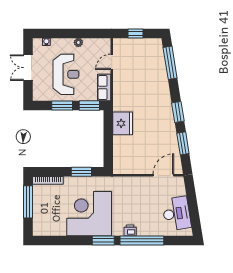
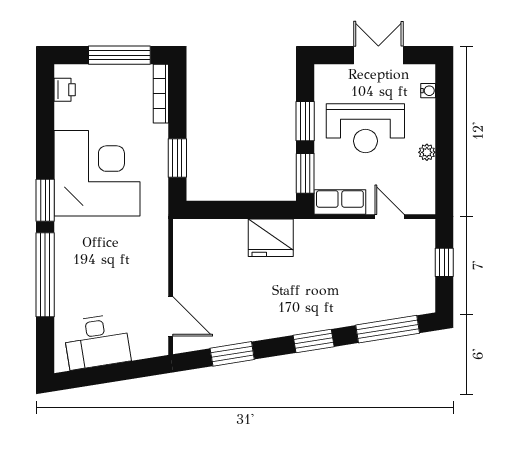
window: (178, 112) -> (314, 341), moved
printer: (130, 230) -> (65, 90), moved

